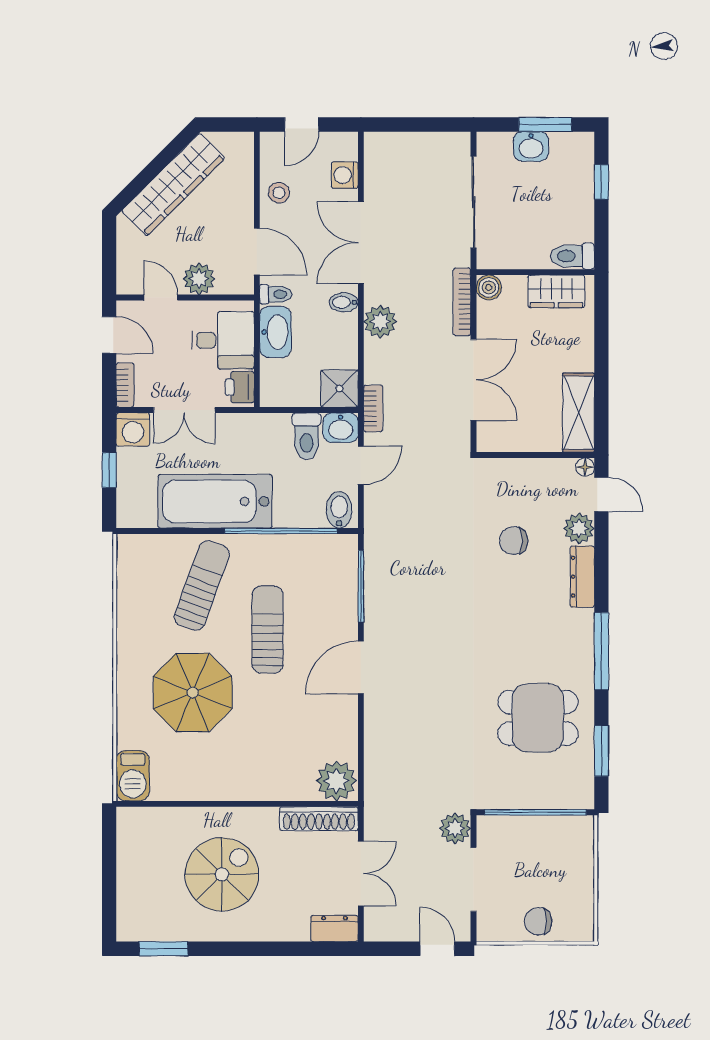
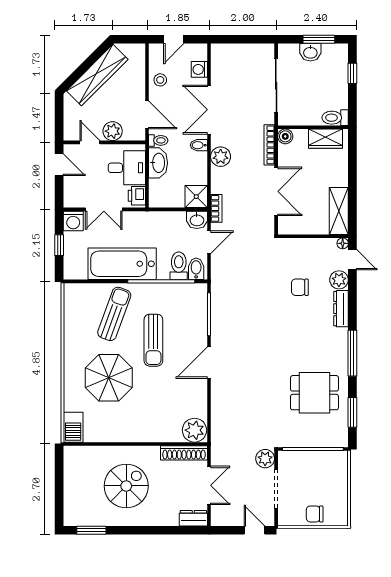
bookcase: (125, 385) -> (69, 194), removed
toilet: (307, 436) -> (179, 266), moved, turned 180
sun lounger: (267, 630) -> (153, 340), turned 180

